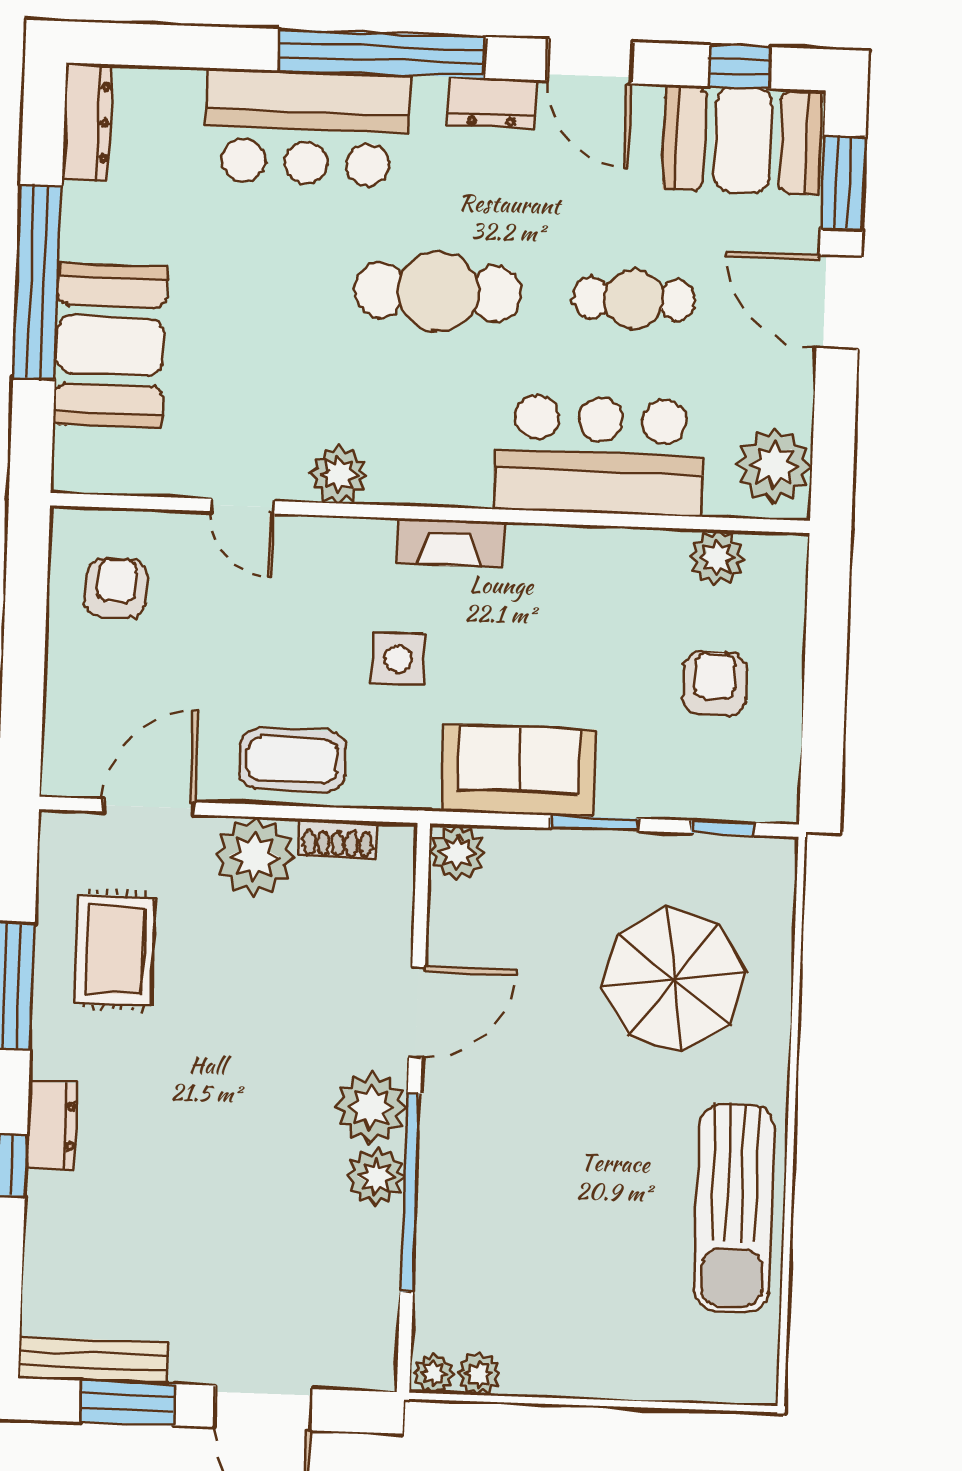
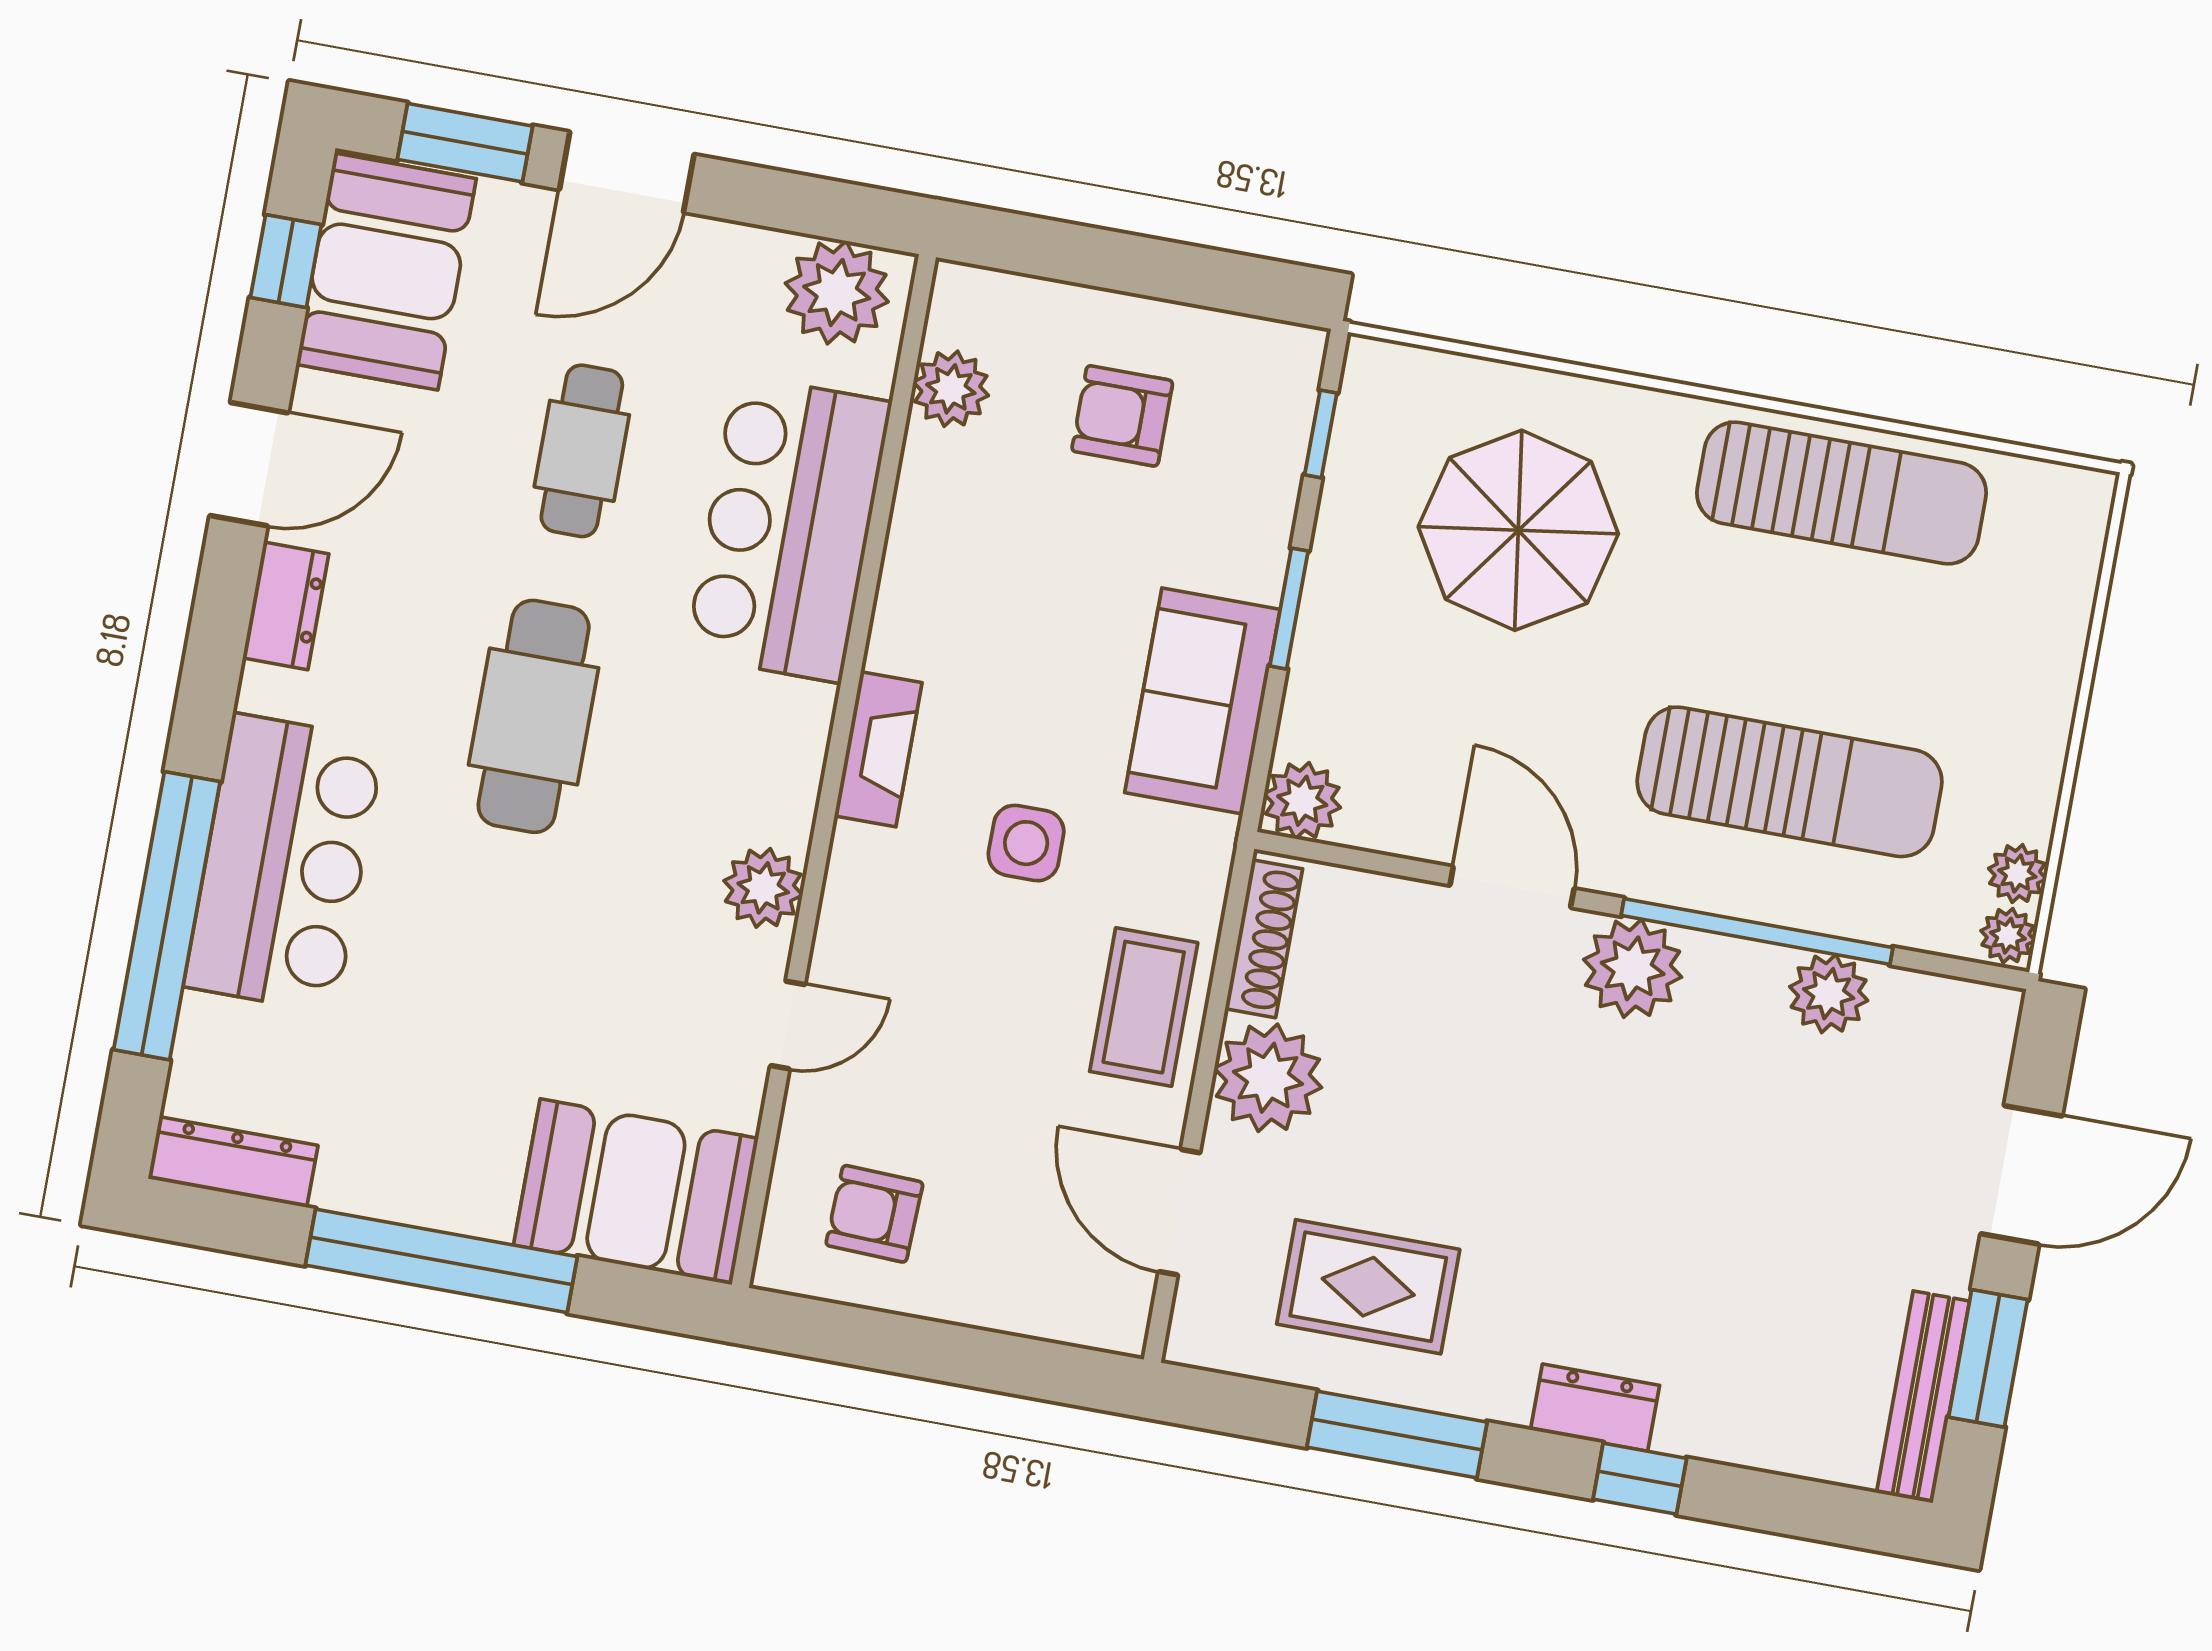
window: (382, 54) -> (167, 916), moved
booth: (110, 346) -> (636, 1192), moved
shoe rack: (338, 839) -> (1264, 939), width x1.43
plant: (376, 1177) -> (1829, 994), moved
sun lounger: (521, 1201) -> (1790, 782), added

